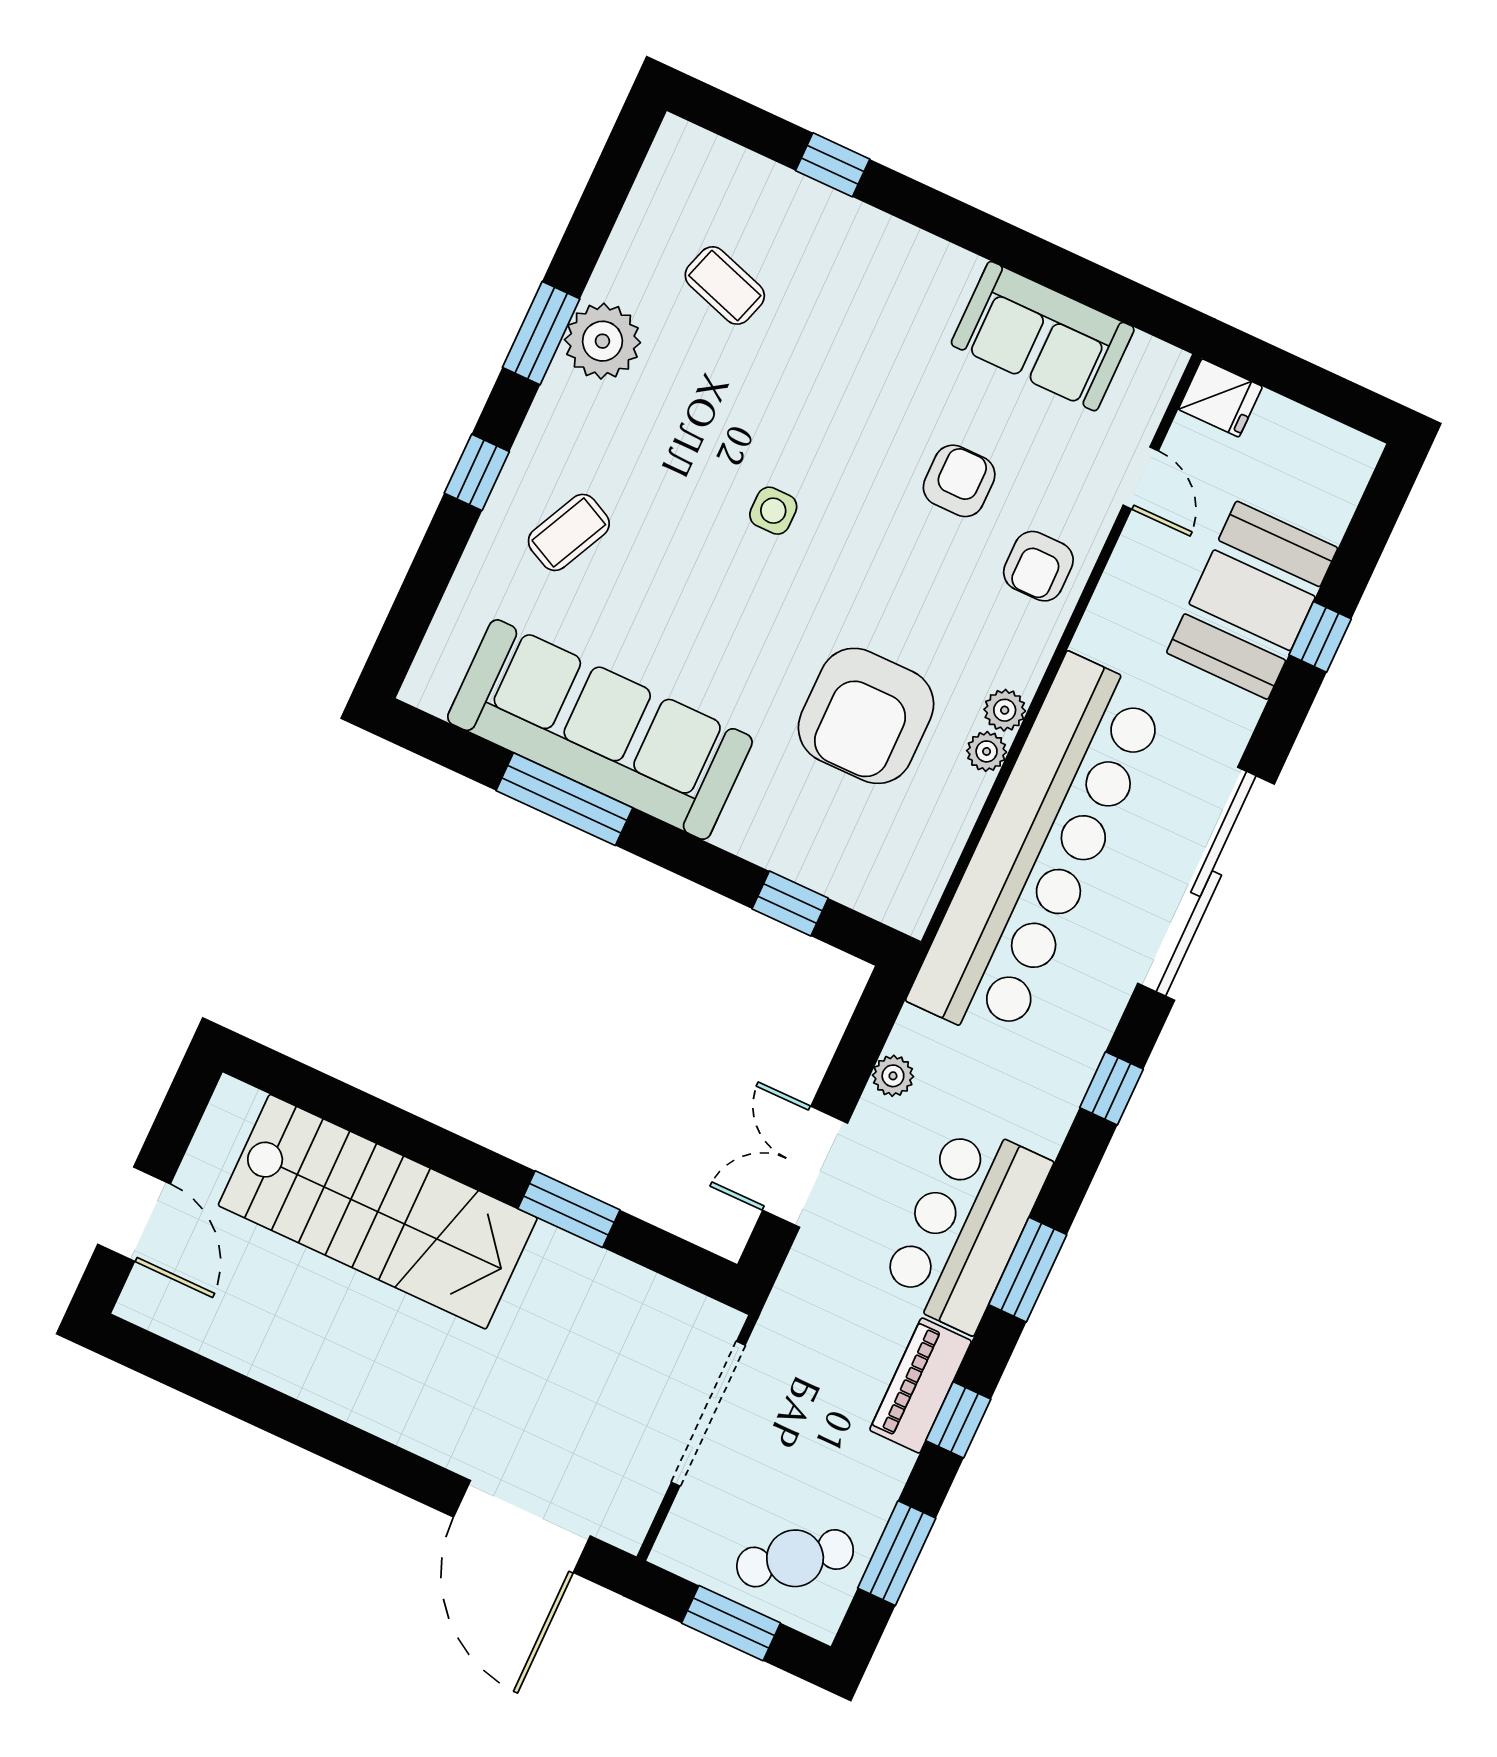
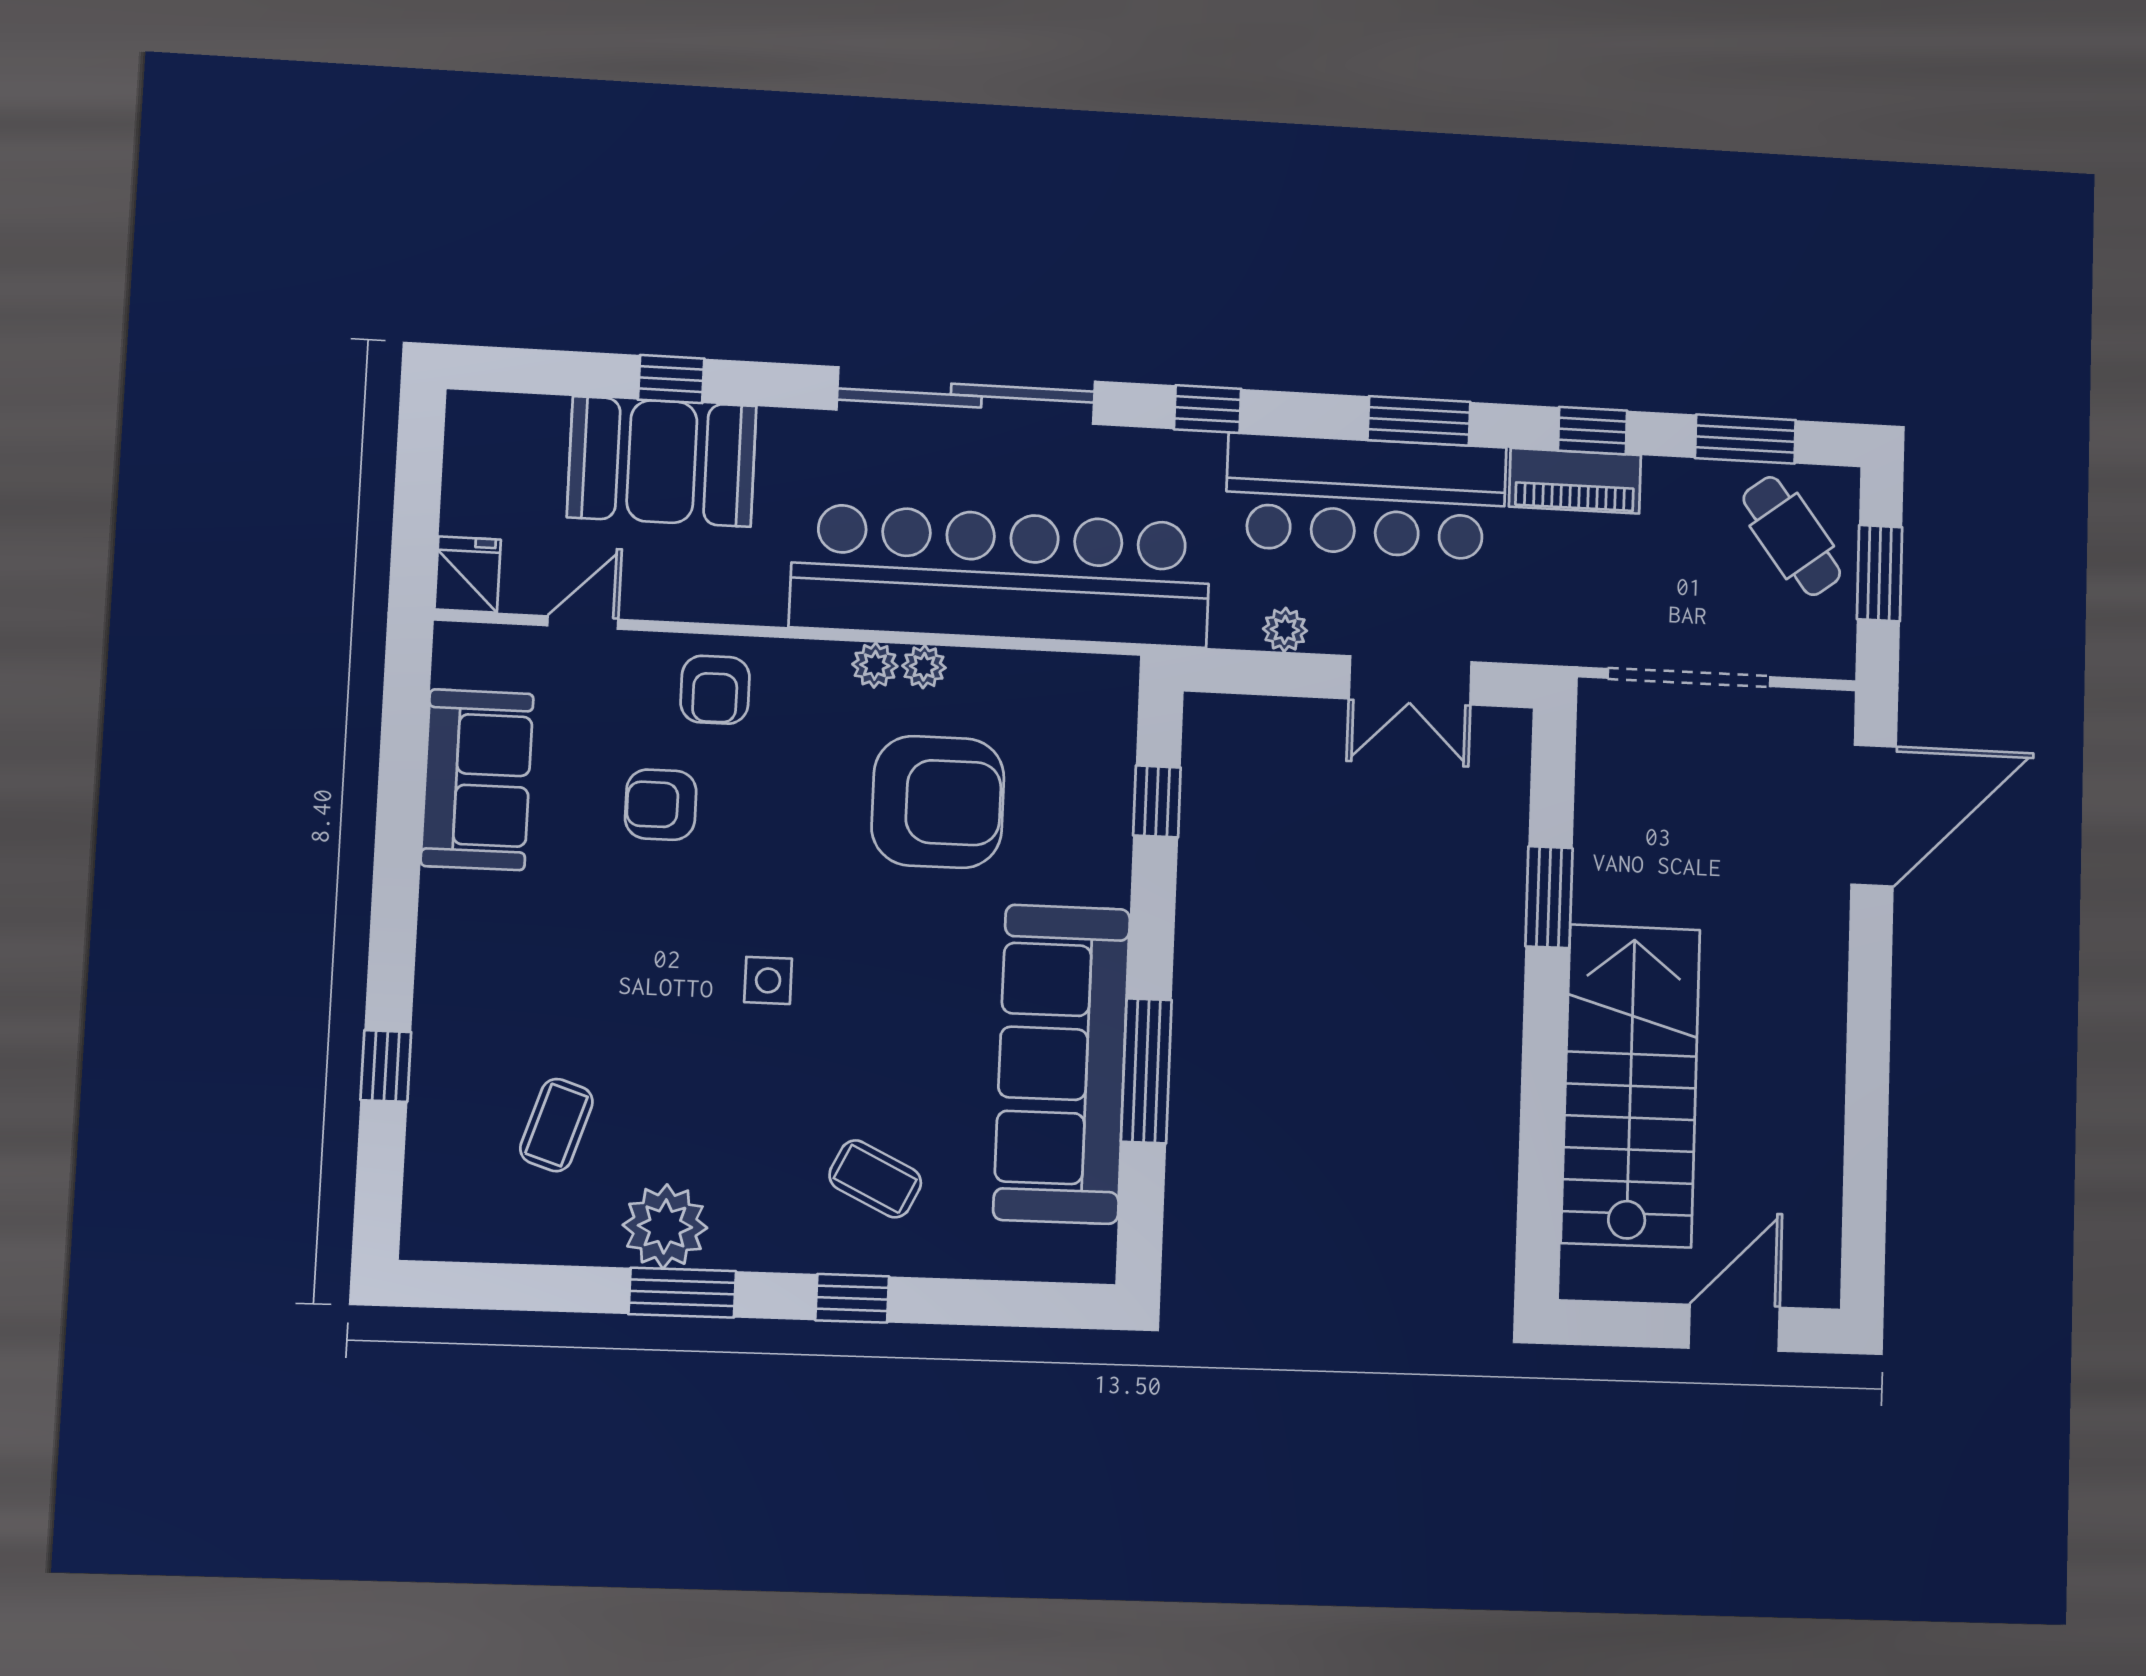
armchair: (1038, 566) -> (715, 690), turned 90
bar counter: (965, 1227) -> (1366, 497), width x1.36

